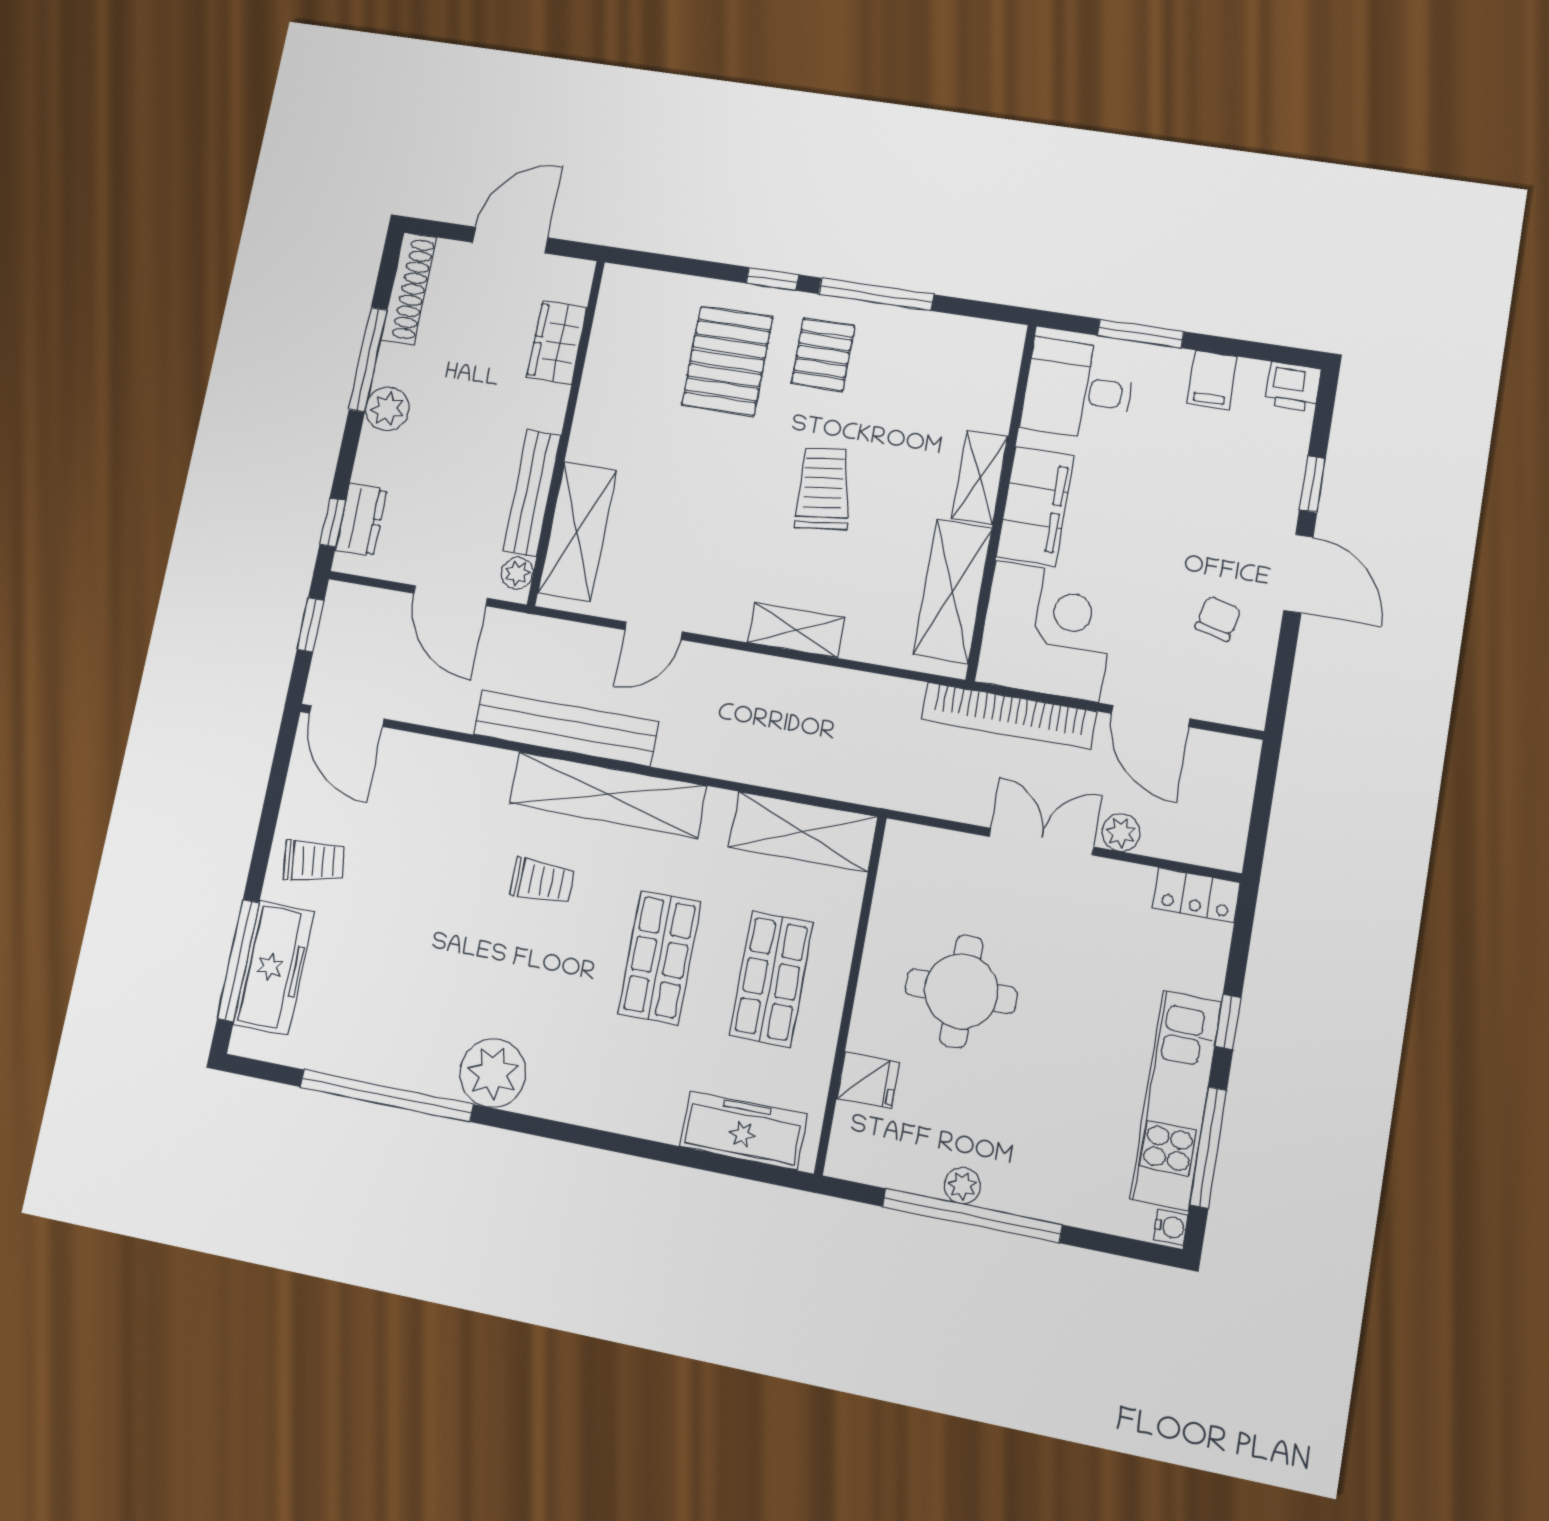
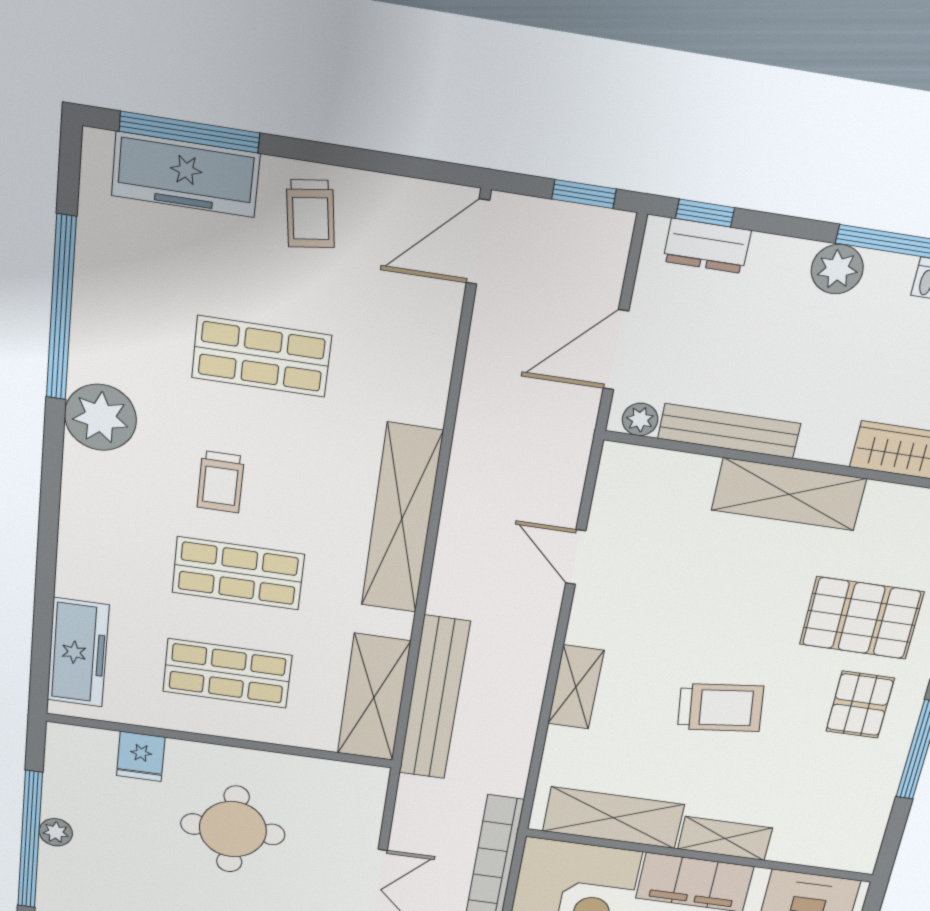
pallet: (823, 355) -> (860, 705), turned 90
shelving: (577, 532) -> (789, 494), moved
bench: (566, 728) -> (434, 698), moved
trolley: (542, 881) -> (221, 482), moved
shop shelf: (441, 915) -> (262, 356), added

